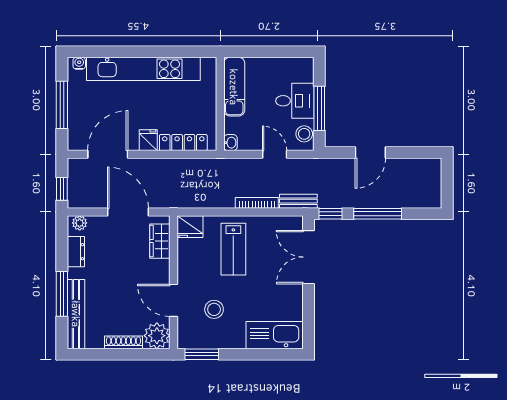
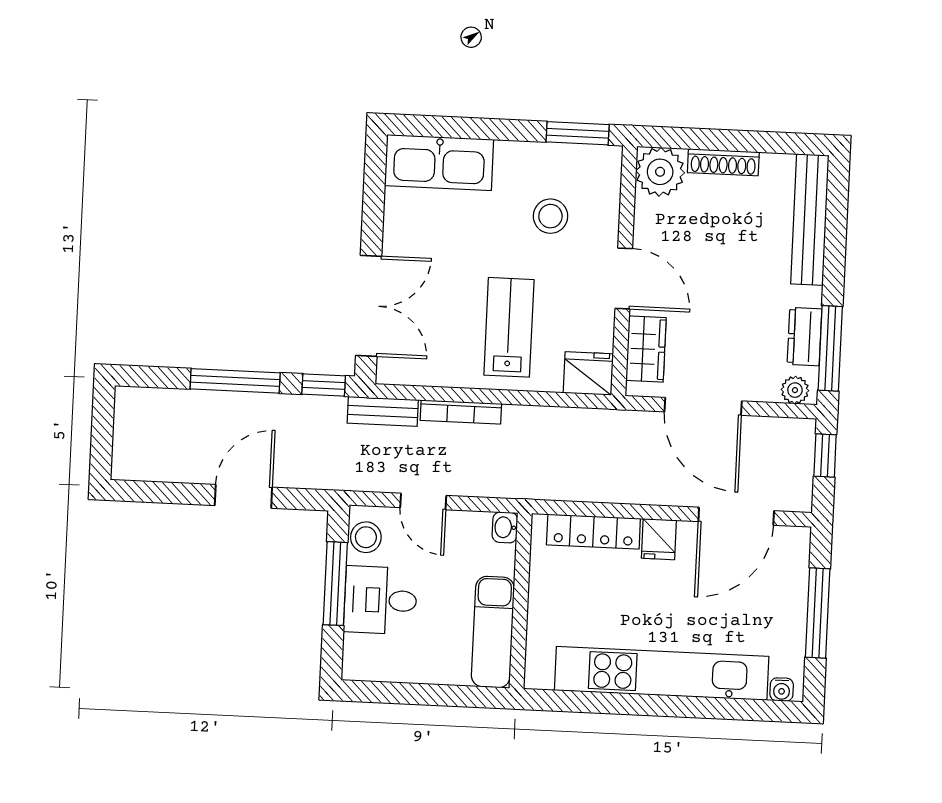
window: (62, 294) -> (830, 348), moved
door: (174, 300) -> (624, 279), moved

